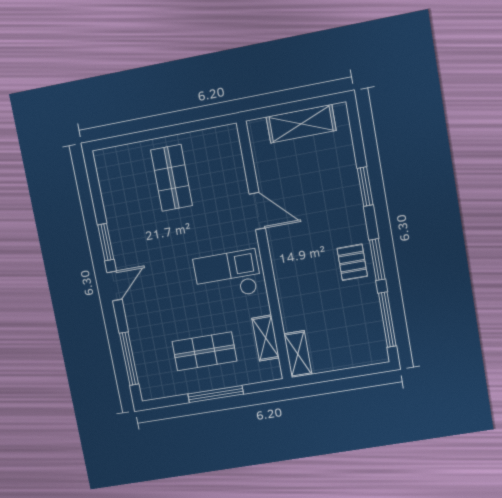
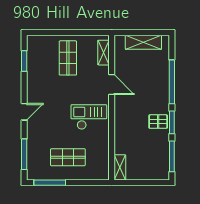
window: (365, 187) -> (172, 82), width x2.11
window: (106, 242) -> (24, 61), moved
pallet: (352, 262) -> (158, 122), turned 90
shelving: (266, 338) -> (103, 53), moved
window: (216, 394) -> (50, 183), moved

